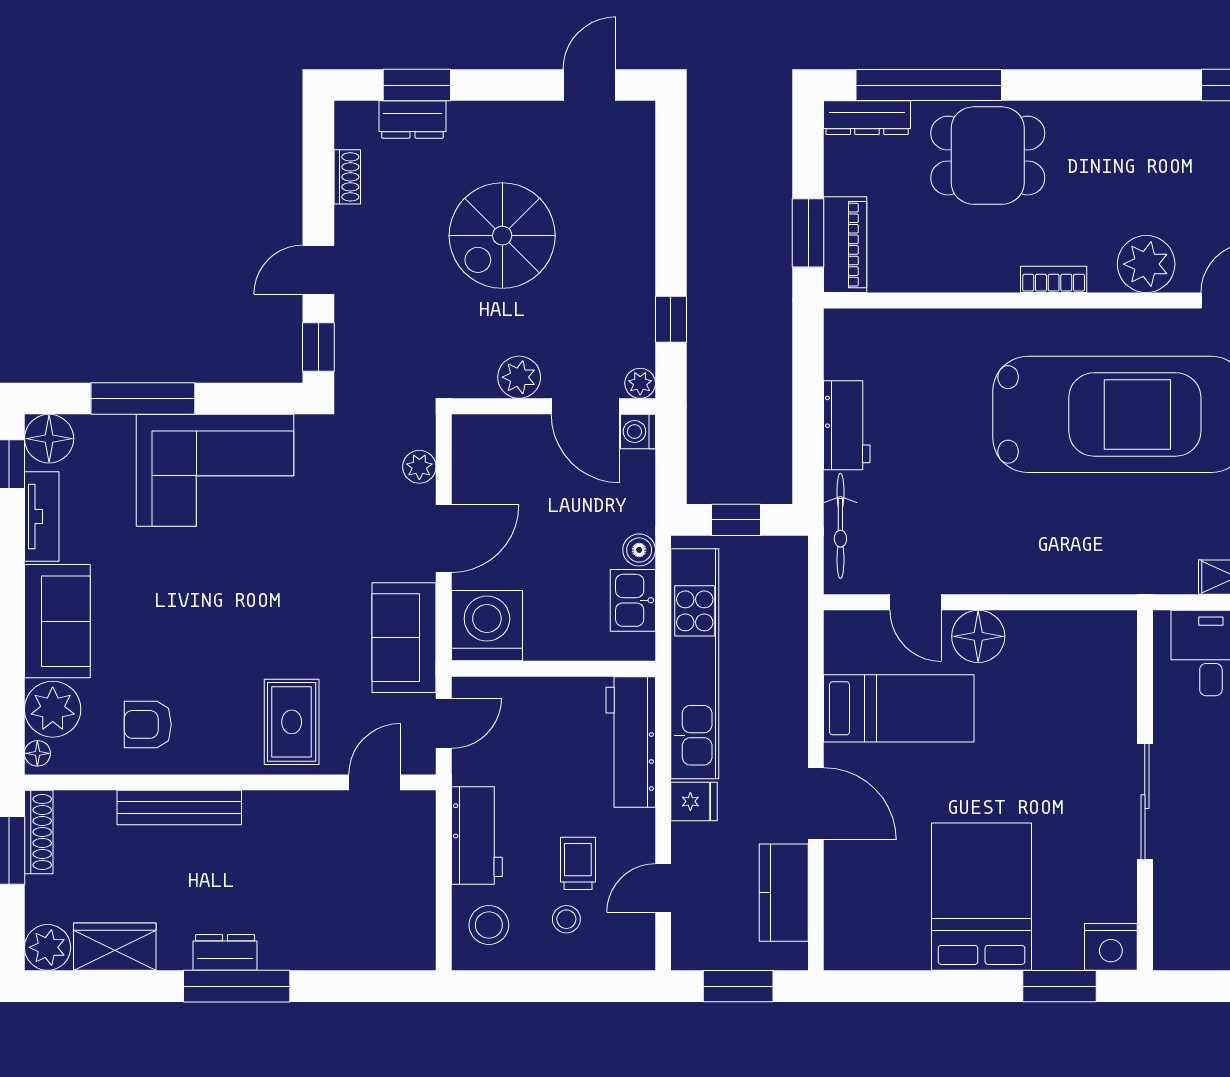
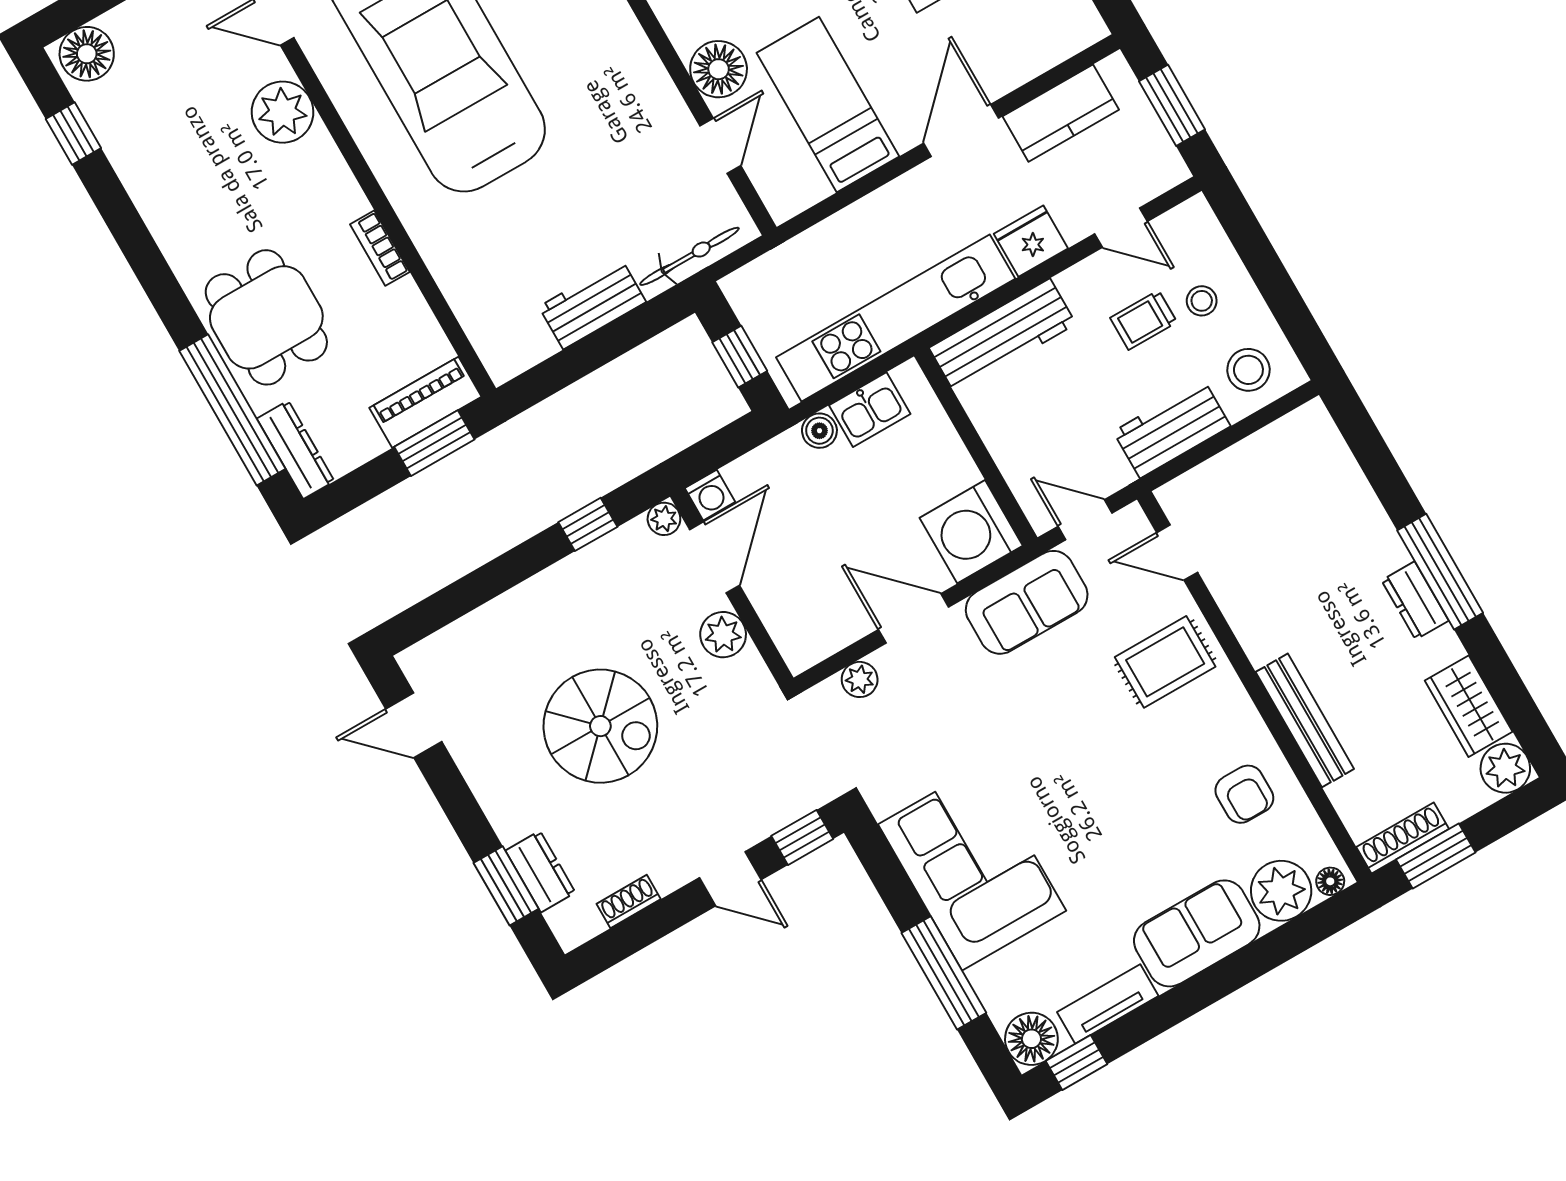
bookcase: (1054, 279) -> (380, 248), moved
fridge: (694, 801) -> (1031, 241), width x1.38

